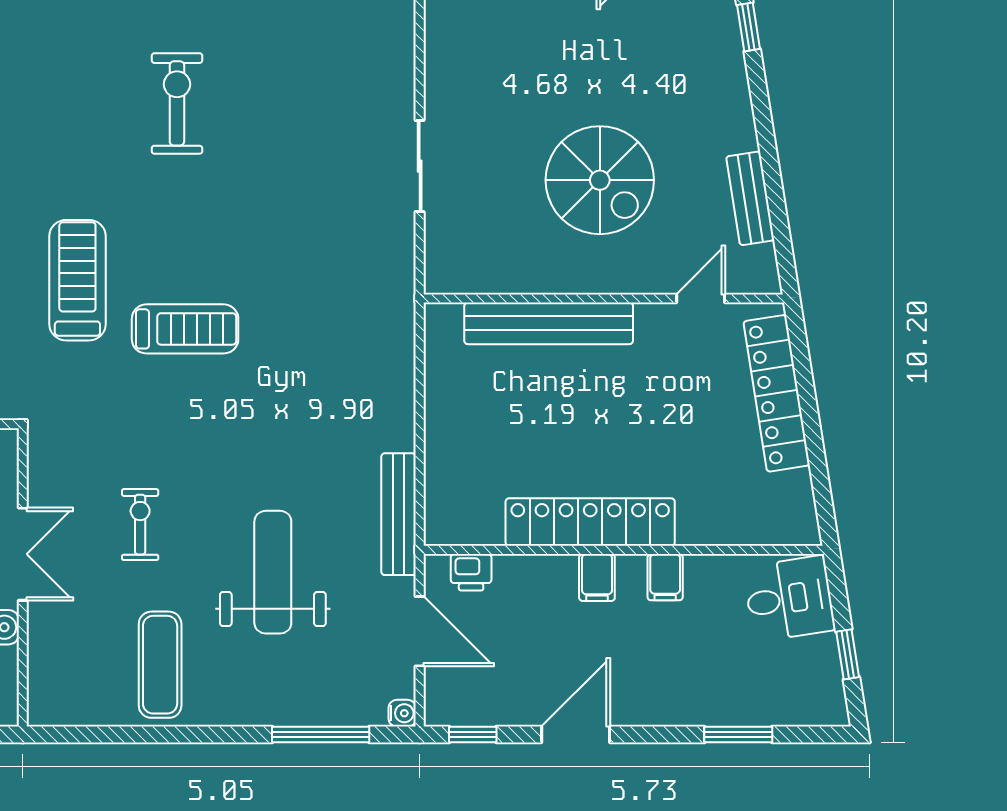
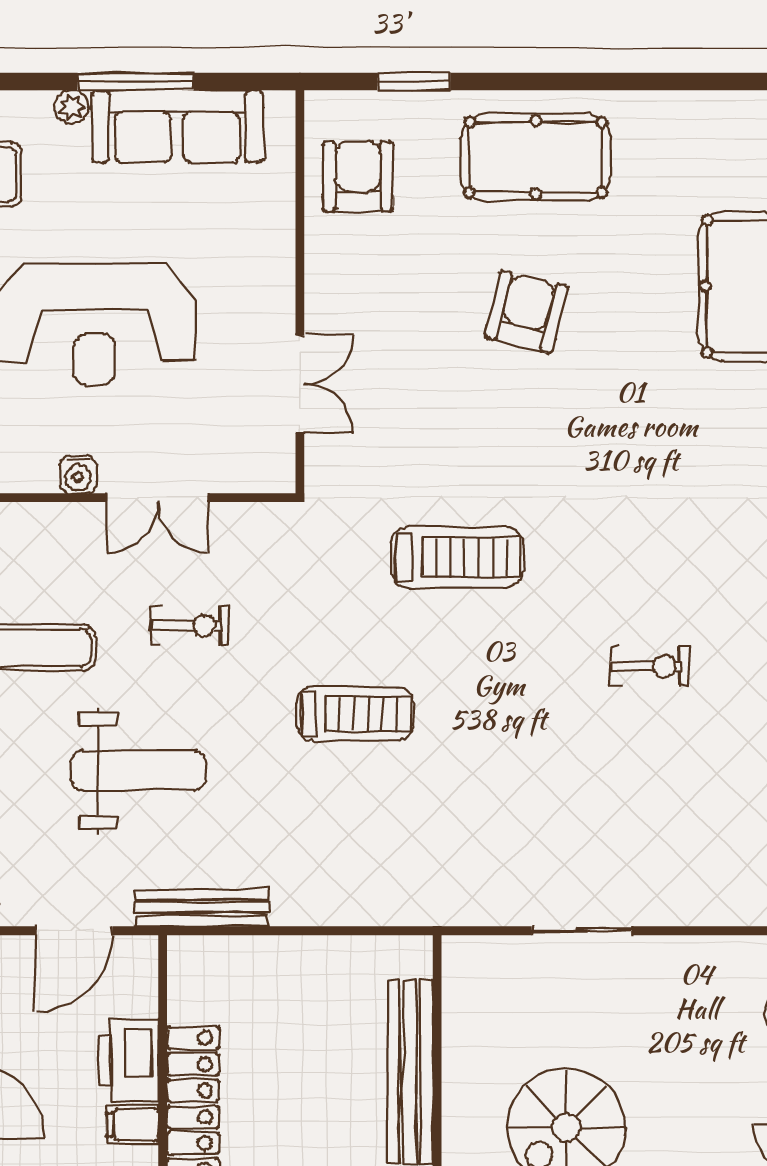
exercise bike: (177, 103) -> (650, 666), width x0.73, depth x0.72
treadmill: (185, 329) -> (355, 714), moved, turned -90
printer: (471, 572) -> (129, 1060), moved, width x1.87, depth x1.48

